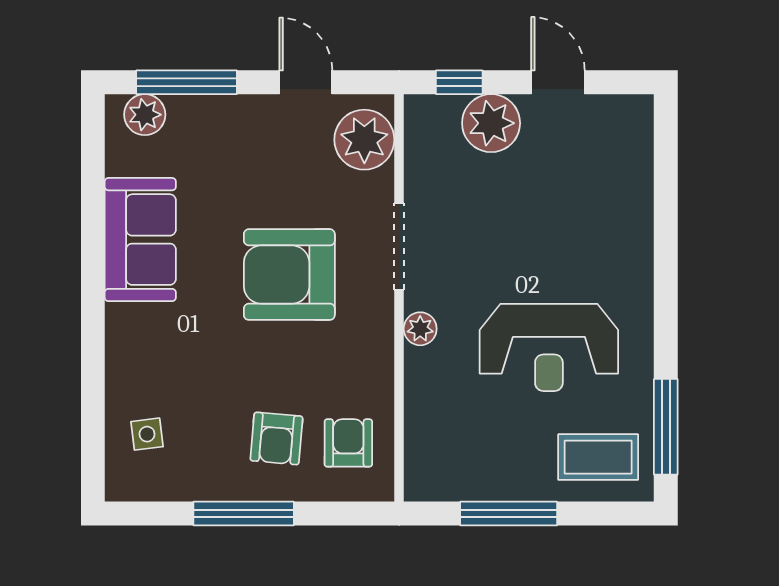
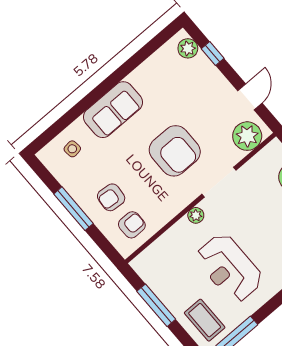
window: (187, 82) -> (213, 53), width x0.46
sofa: (140, 240) -> (113, 110), moved
armchair: (289, 275) -> (175, 151), turned 180

